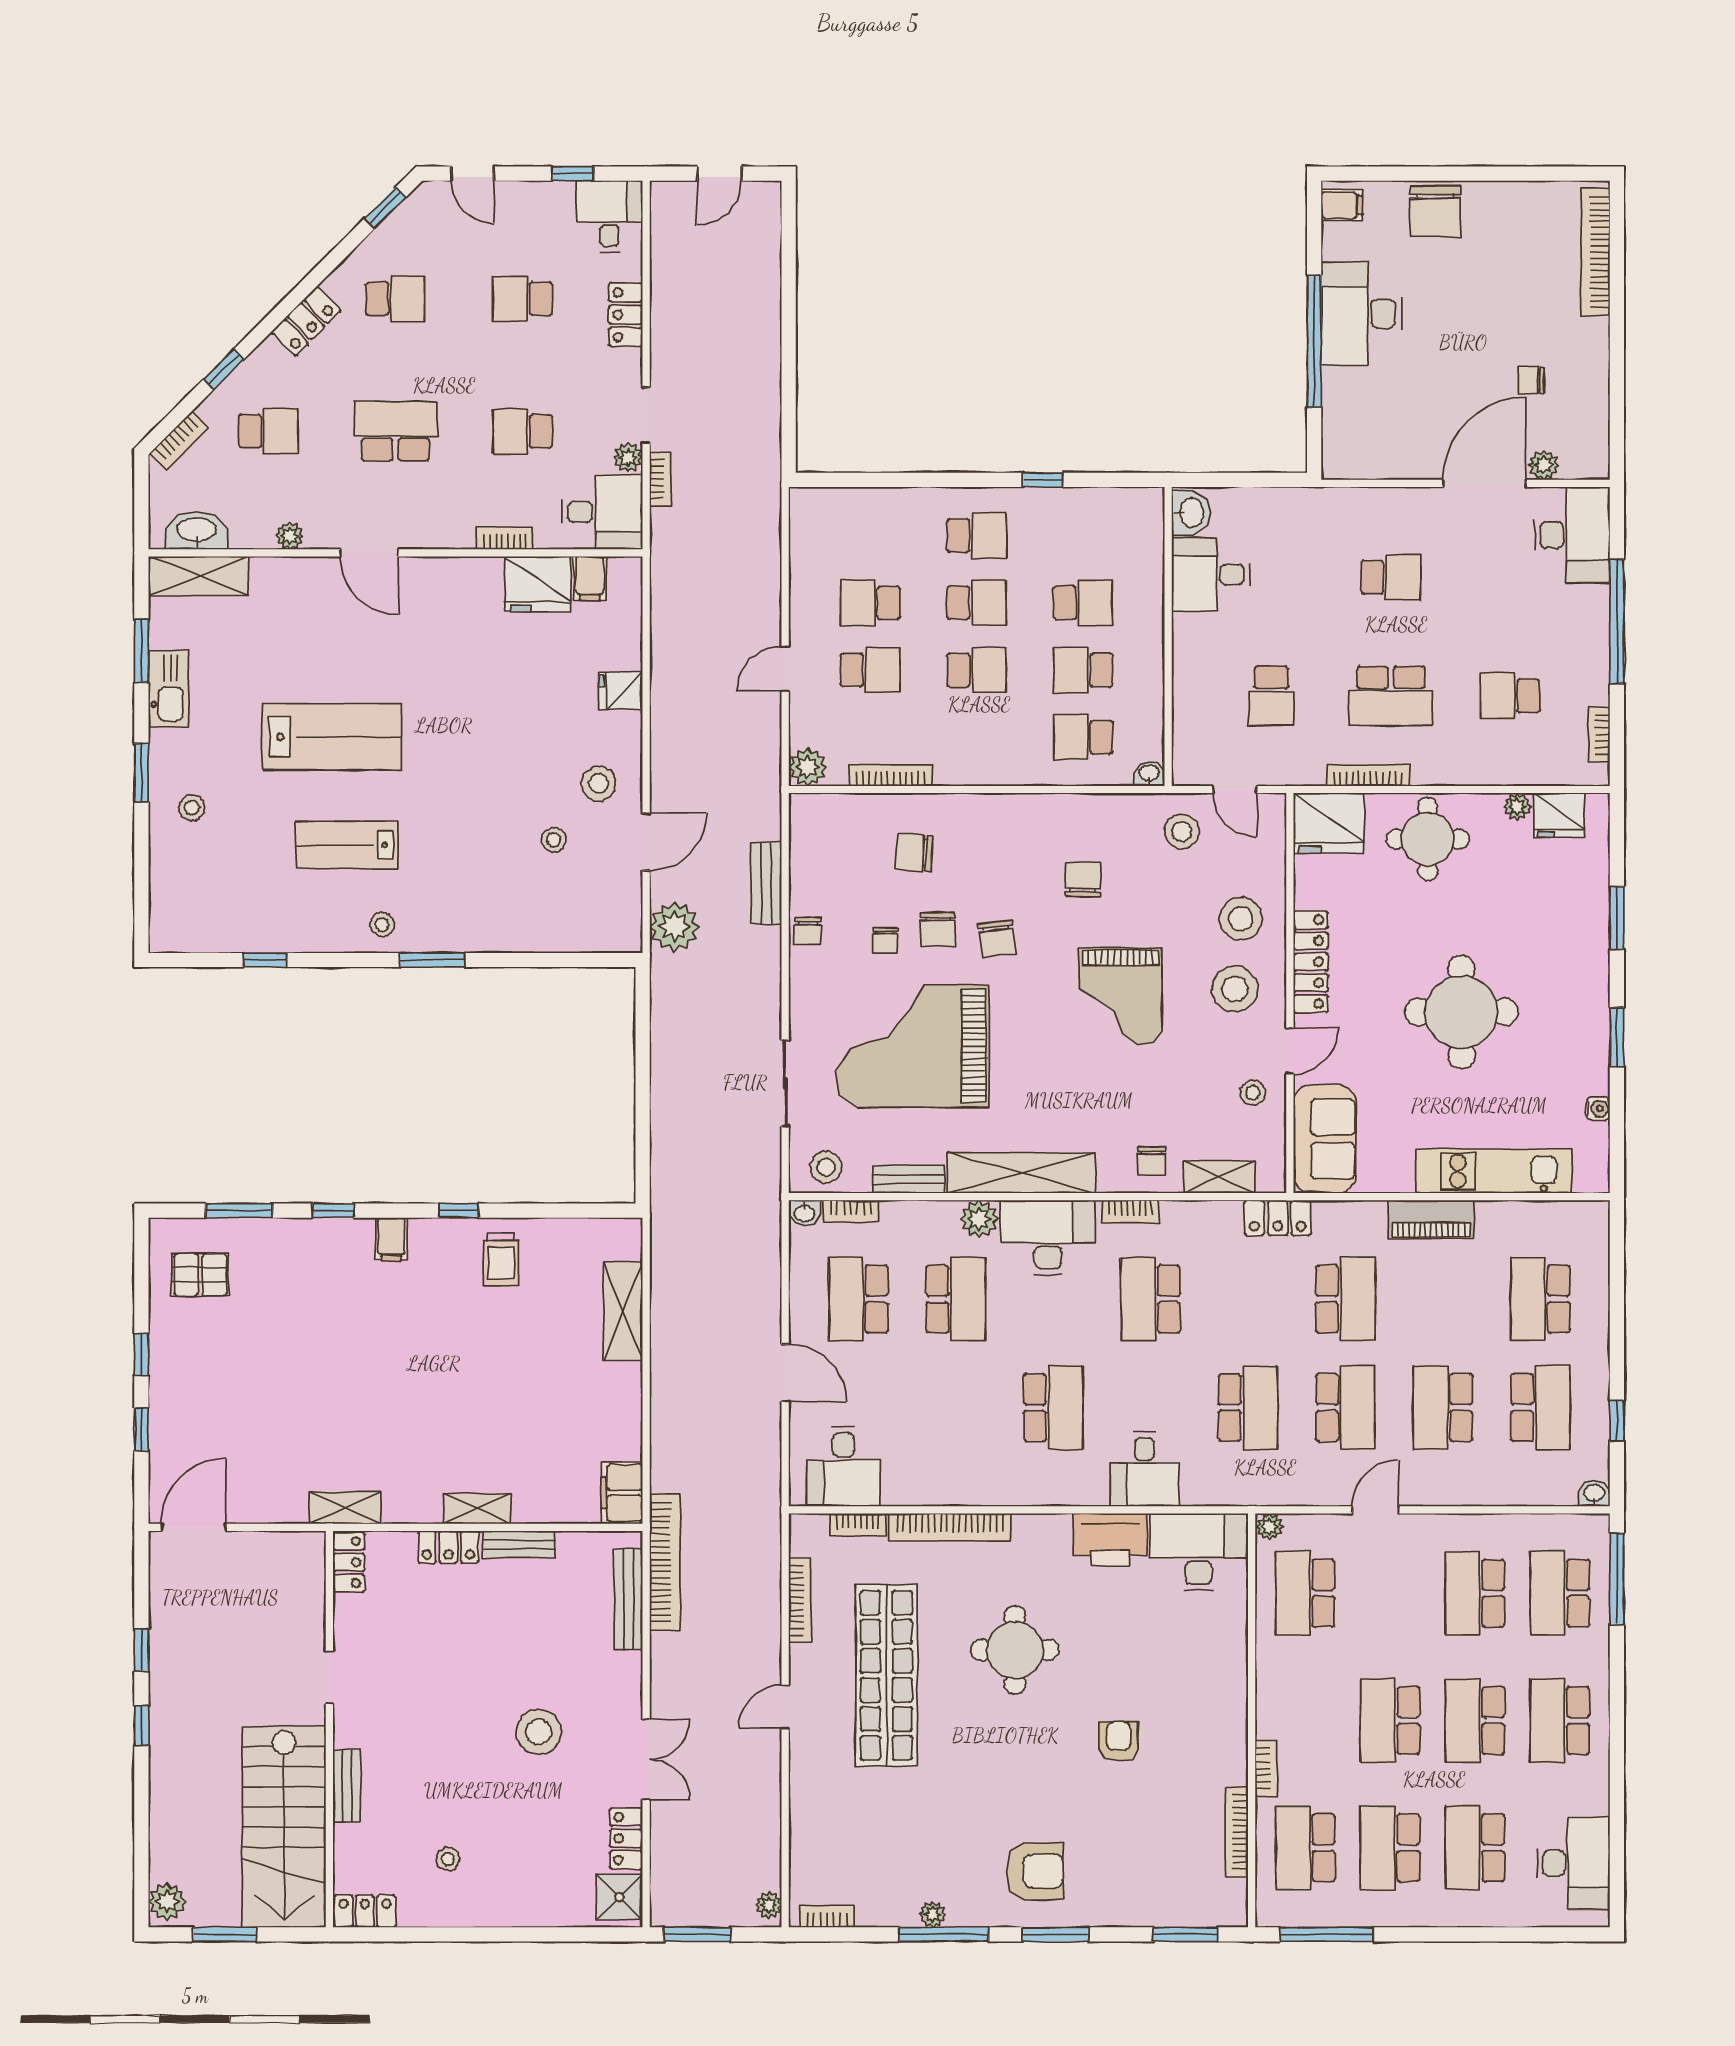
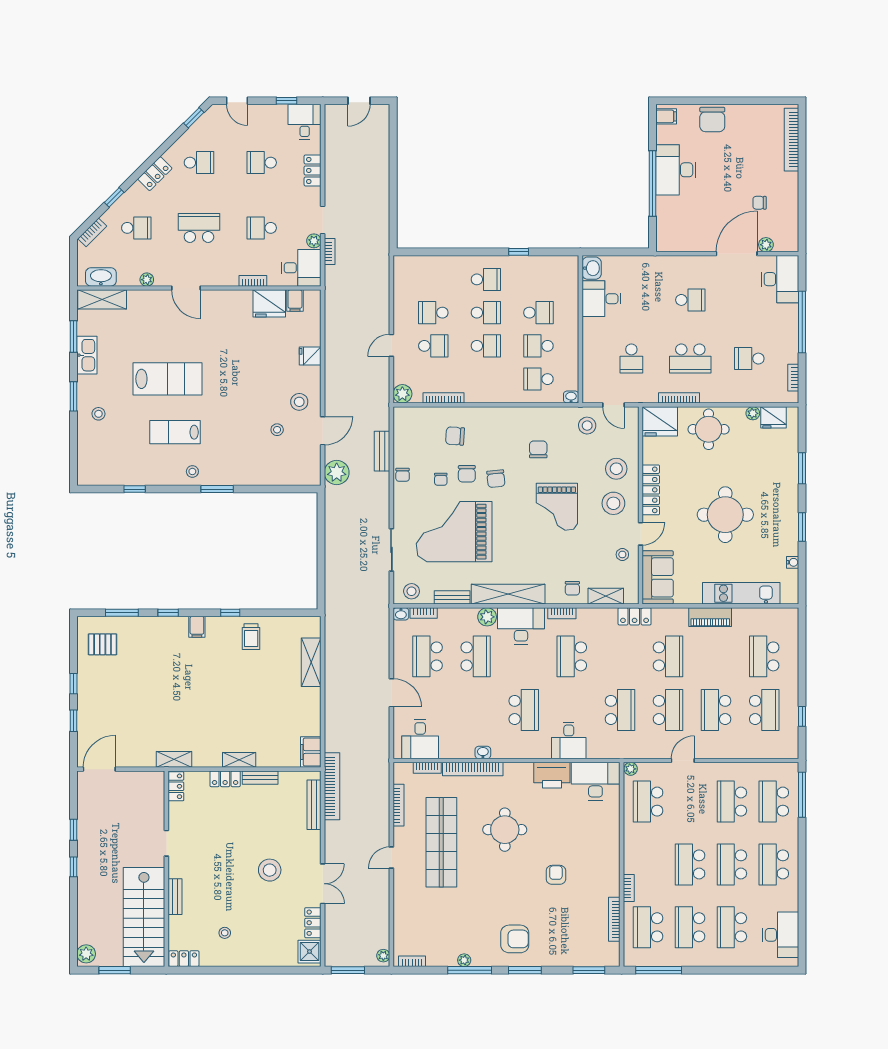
washbasin: (1594, 1494) -> (483, 752), moved

